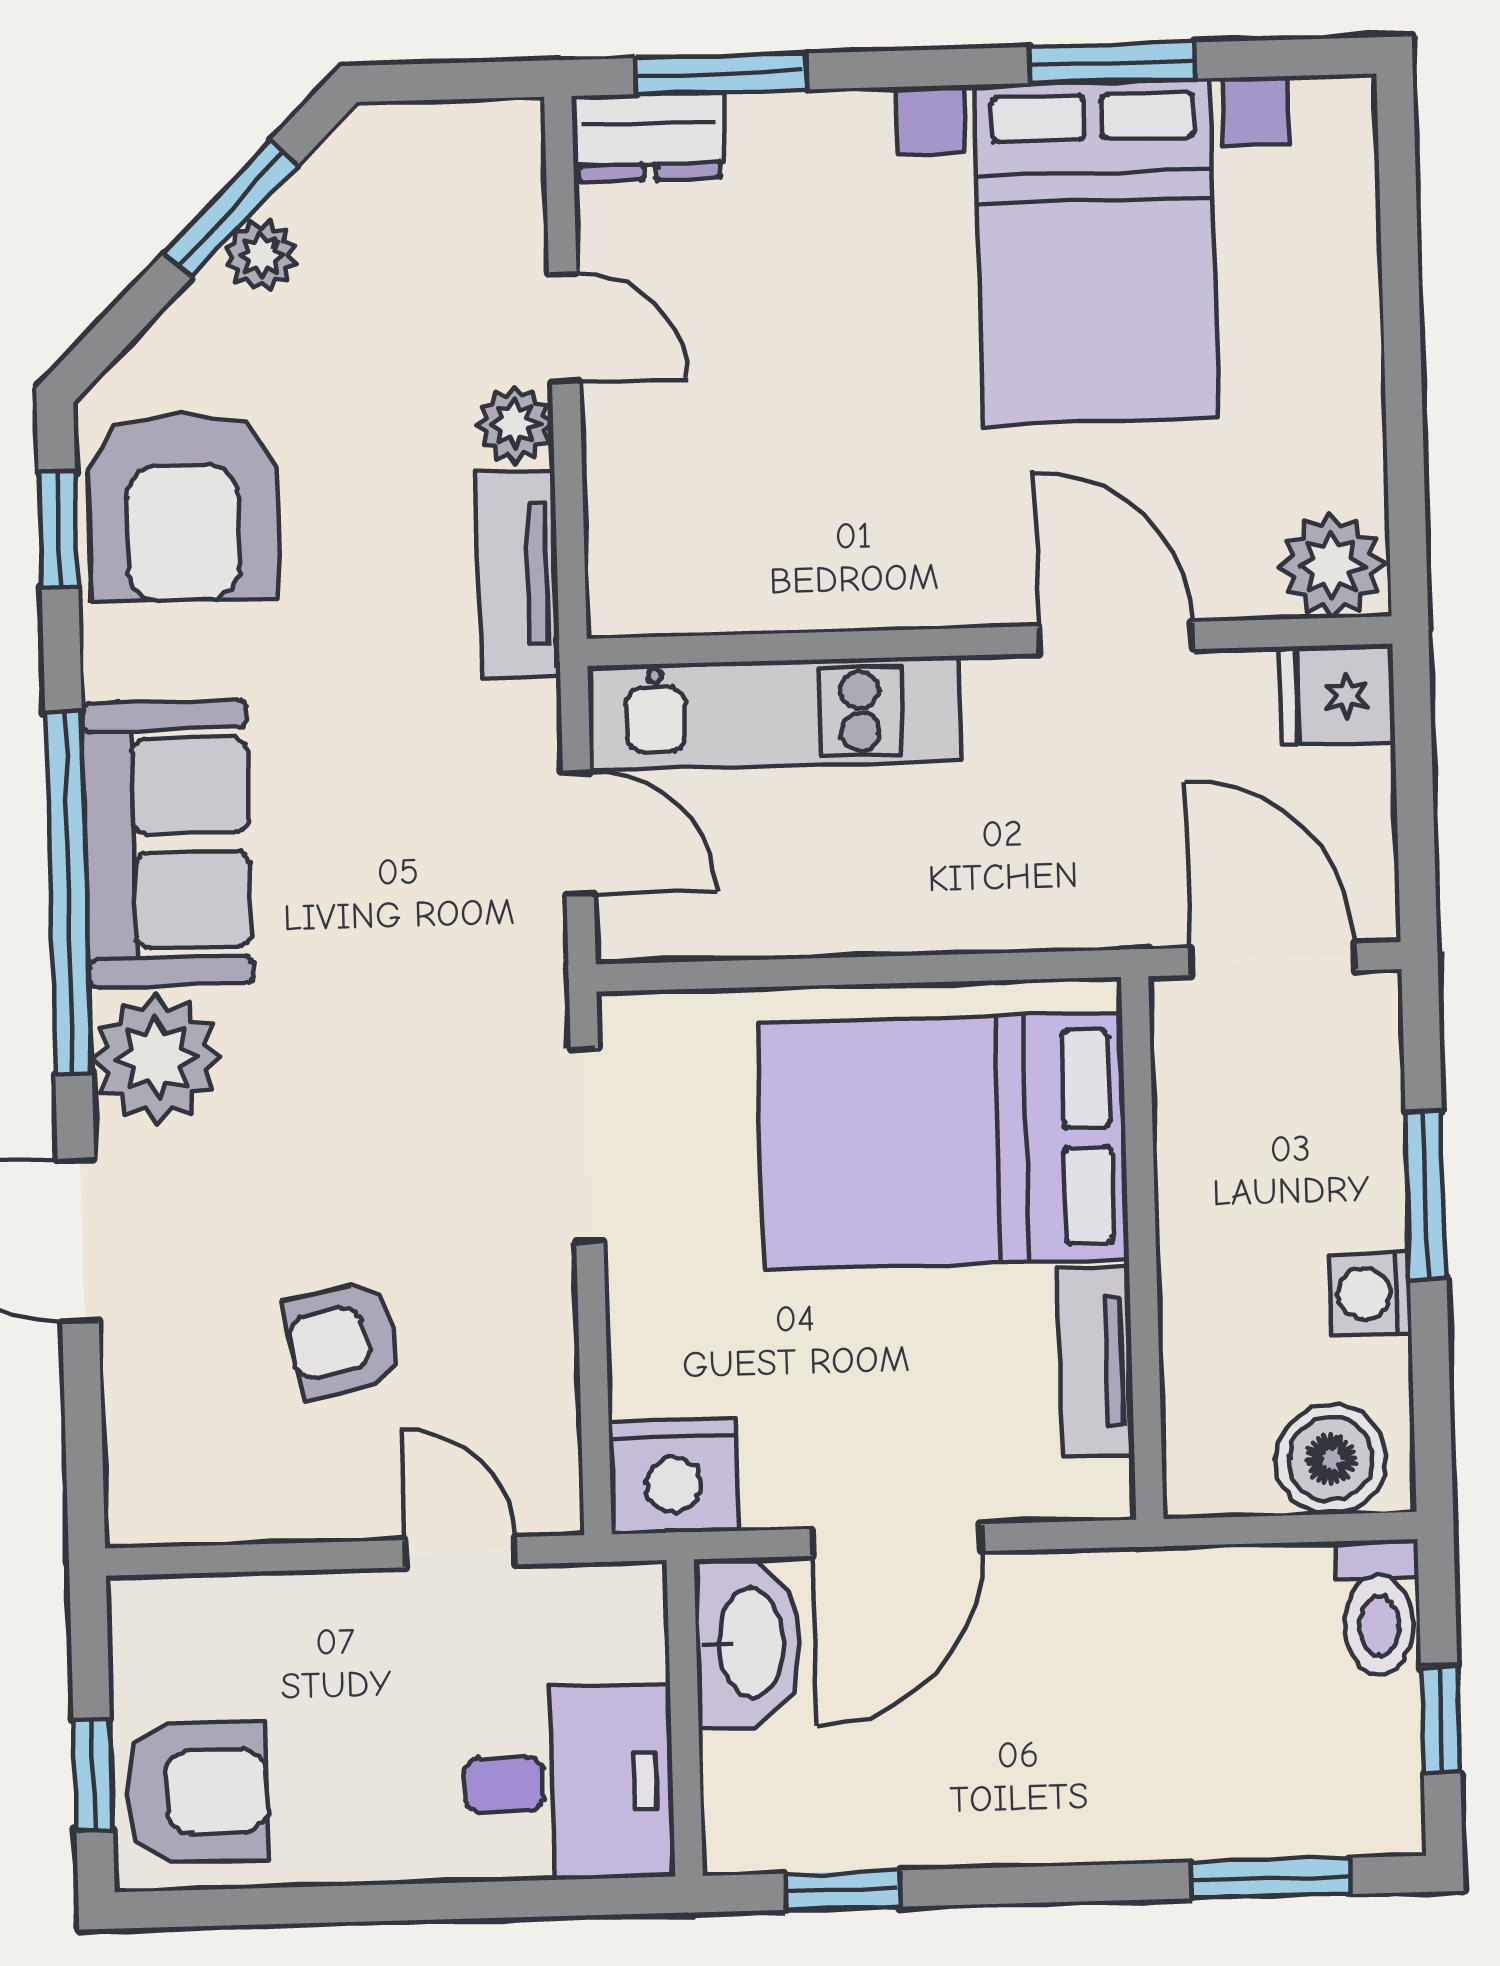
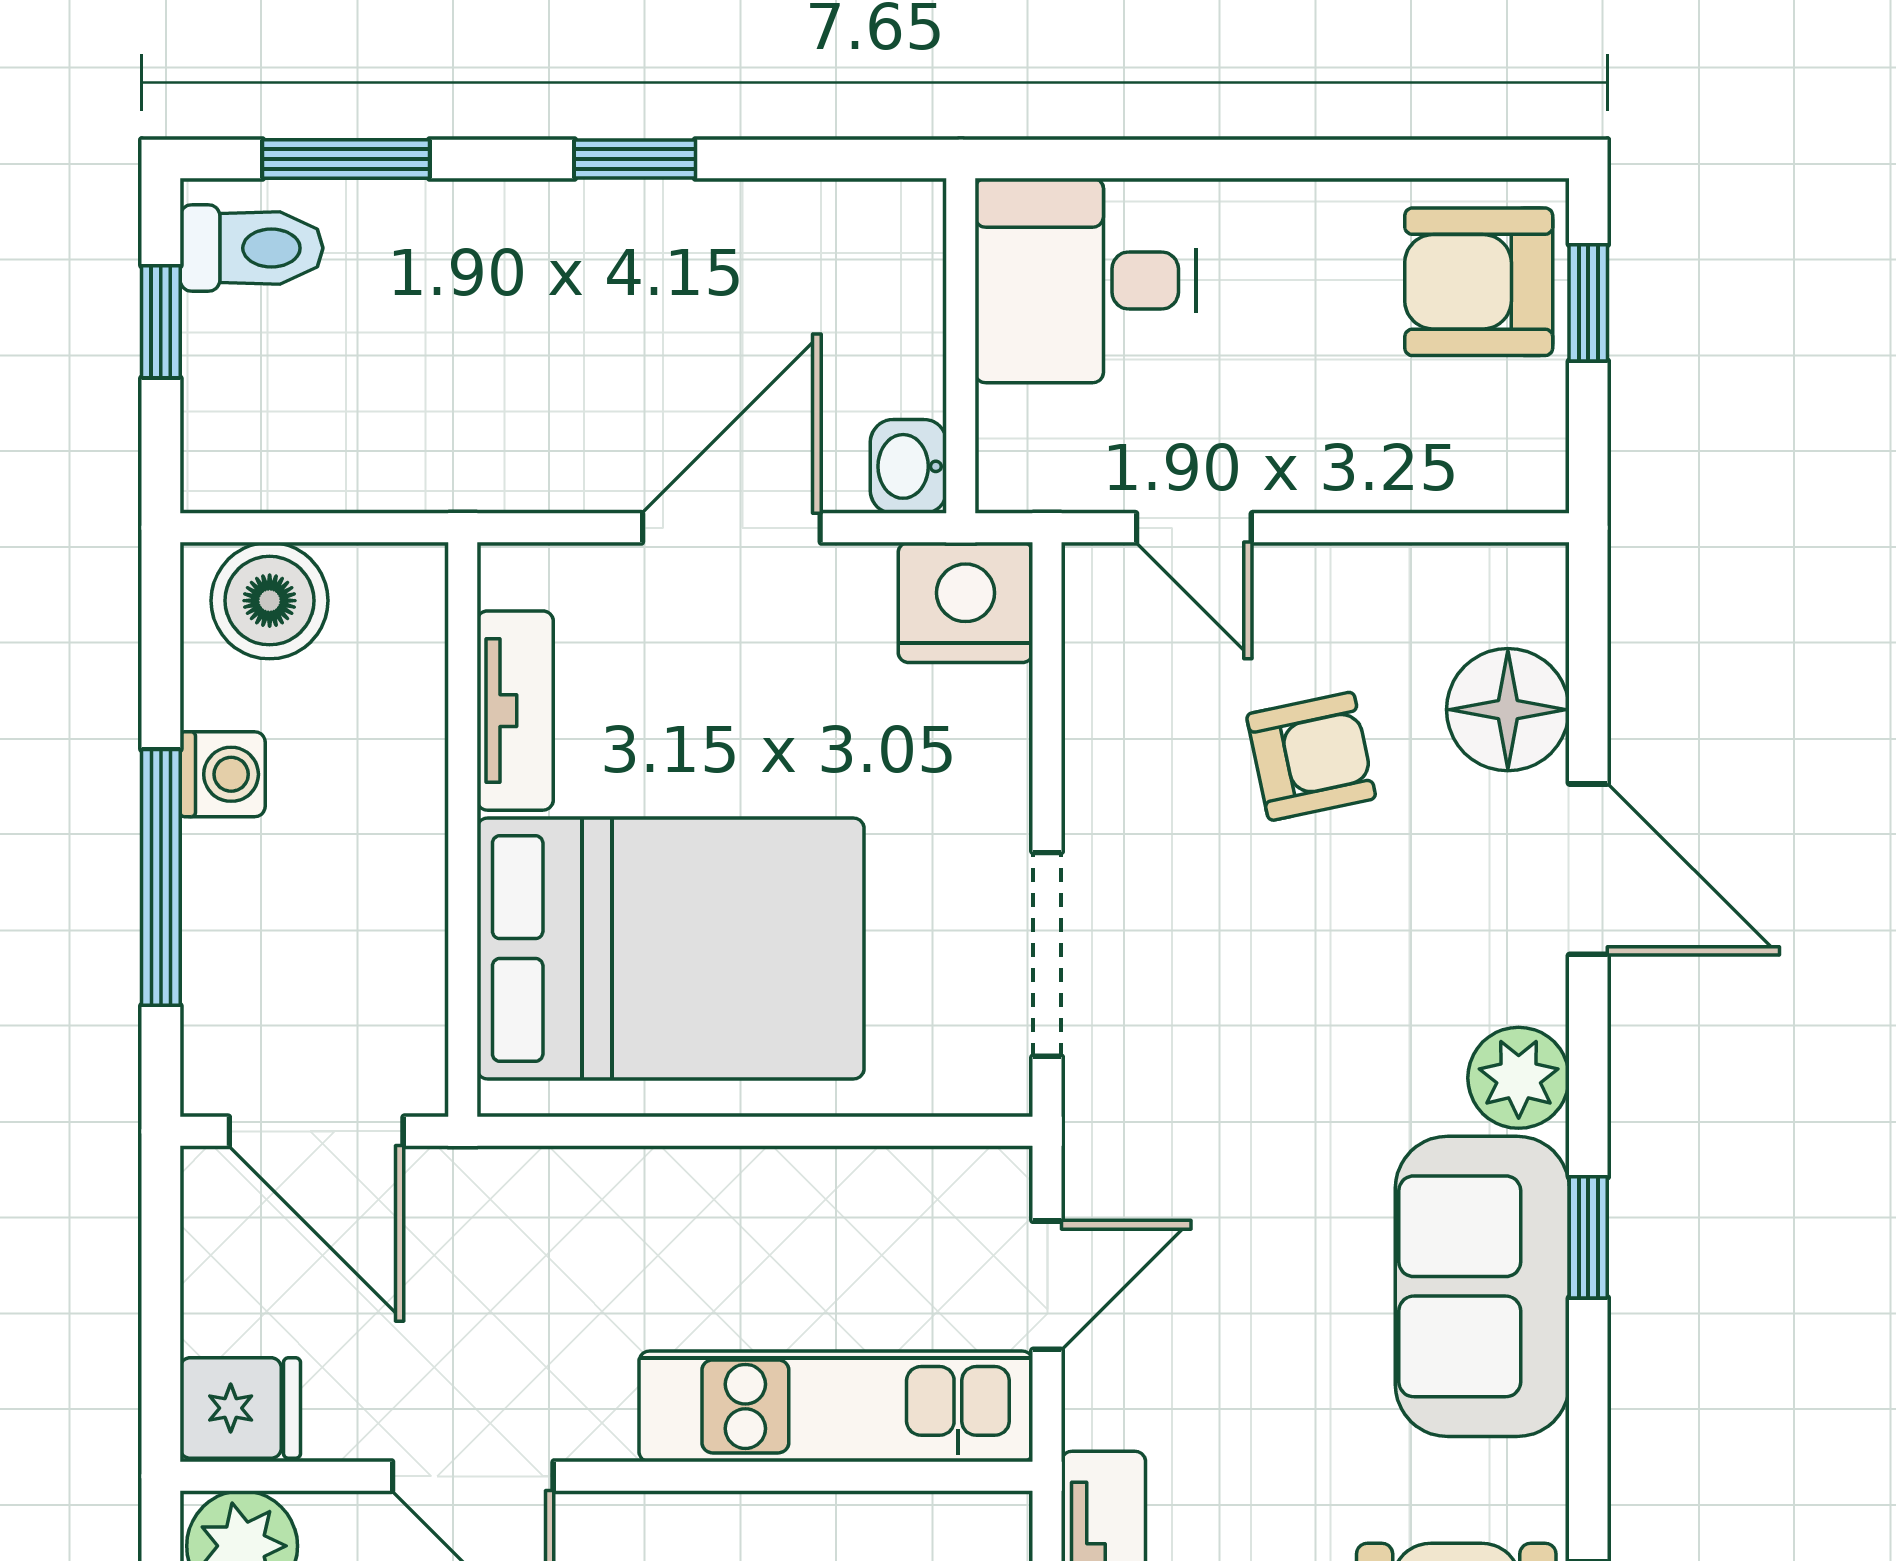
door: (578, 833) -> (1047, 1285), swing flipped
window: (69, 893) -> (1588, 1237), width x0.32
plant: (157, 1058) -> (1519, 1078), width x0.73, depth x0.73
window: (1426, 1195) -> (161, 877), width x1.44
floor lamp: (158, 1389) -> (1508, 710), added
toilet: (1378, 1608) -> (251, 248), moved, turned 90
washbasin: (748, 1643) -> (908, 466), width x0.52, depth x0.69
window: (843, 1890) -> (635, 159), moved

